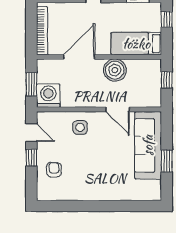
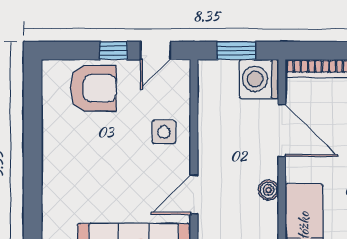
boiler: (115, 70) -> (268, 190), width x0.54, depth x0.54
washing machine: (48, 96) -> (259, 79), moved, turned 180
armchair: (54, 170) -> (93, 88), width x1.88, depth x1.88

